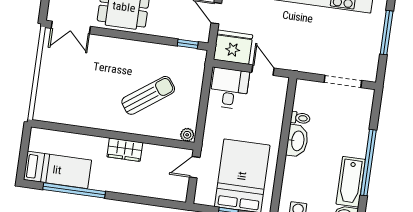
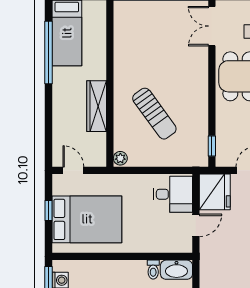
washbasin: (297, 141) -> (176, 270), moved
wardrobe: (125, 150) -> (97, 106), width x1.50
door: (195, 167) -> (73, 170), moved

